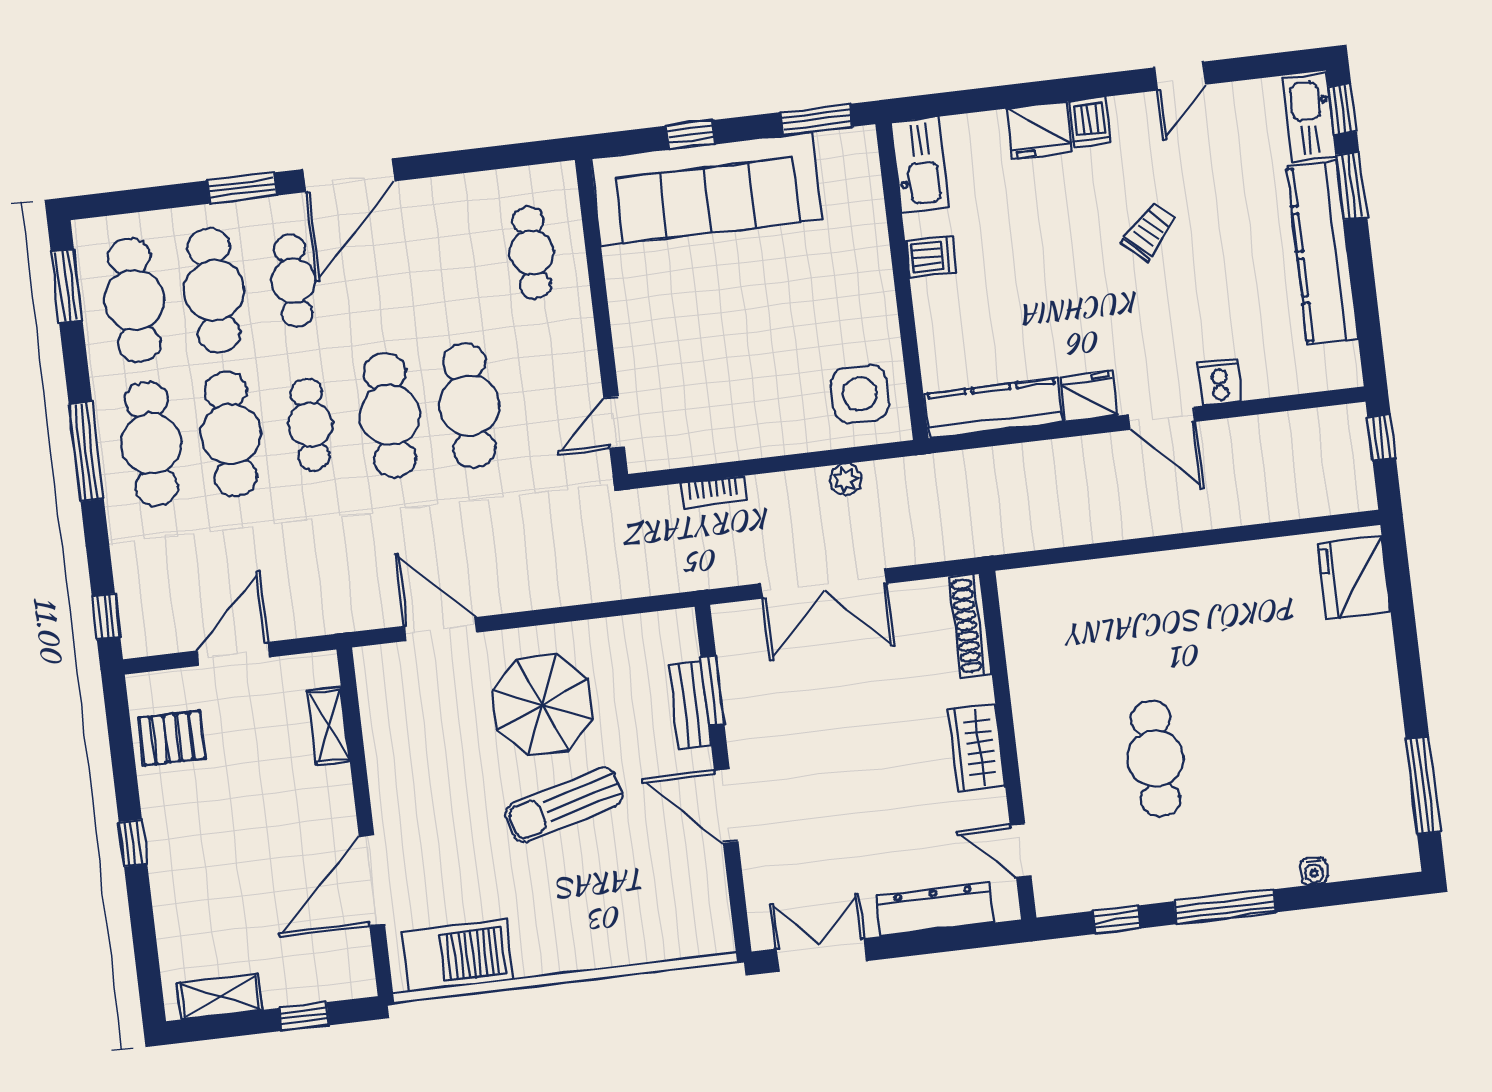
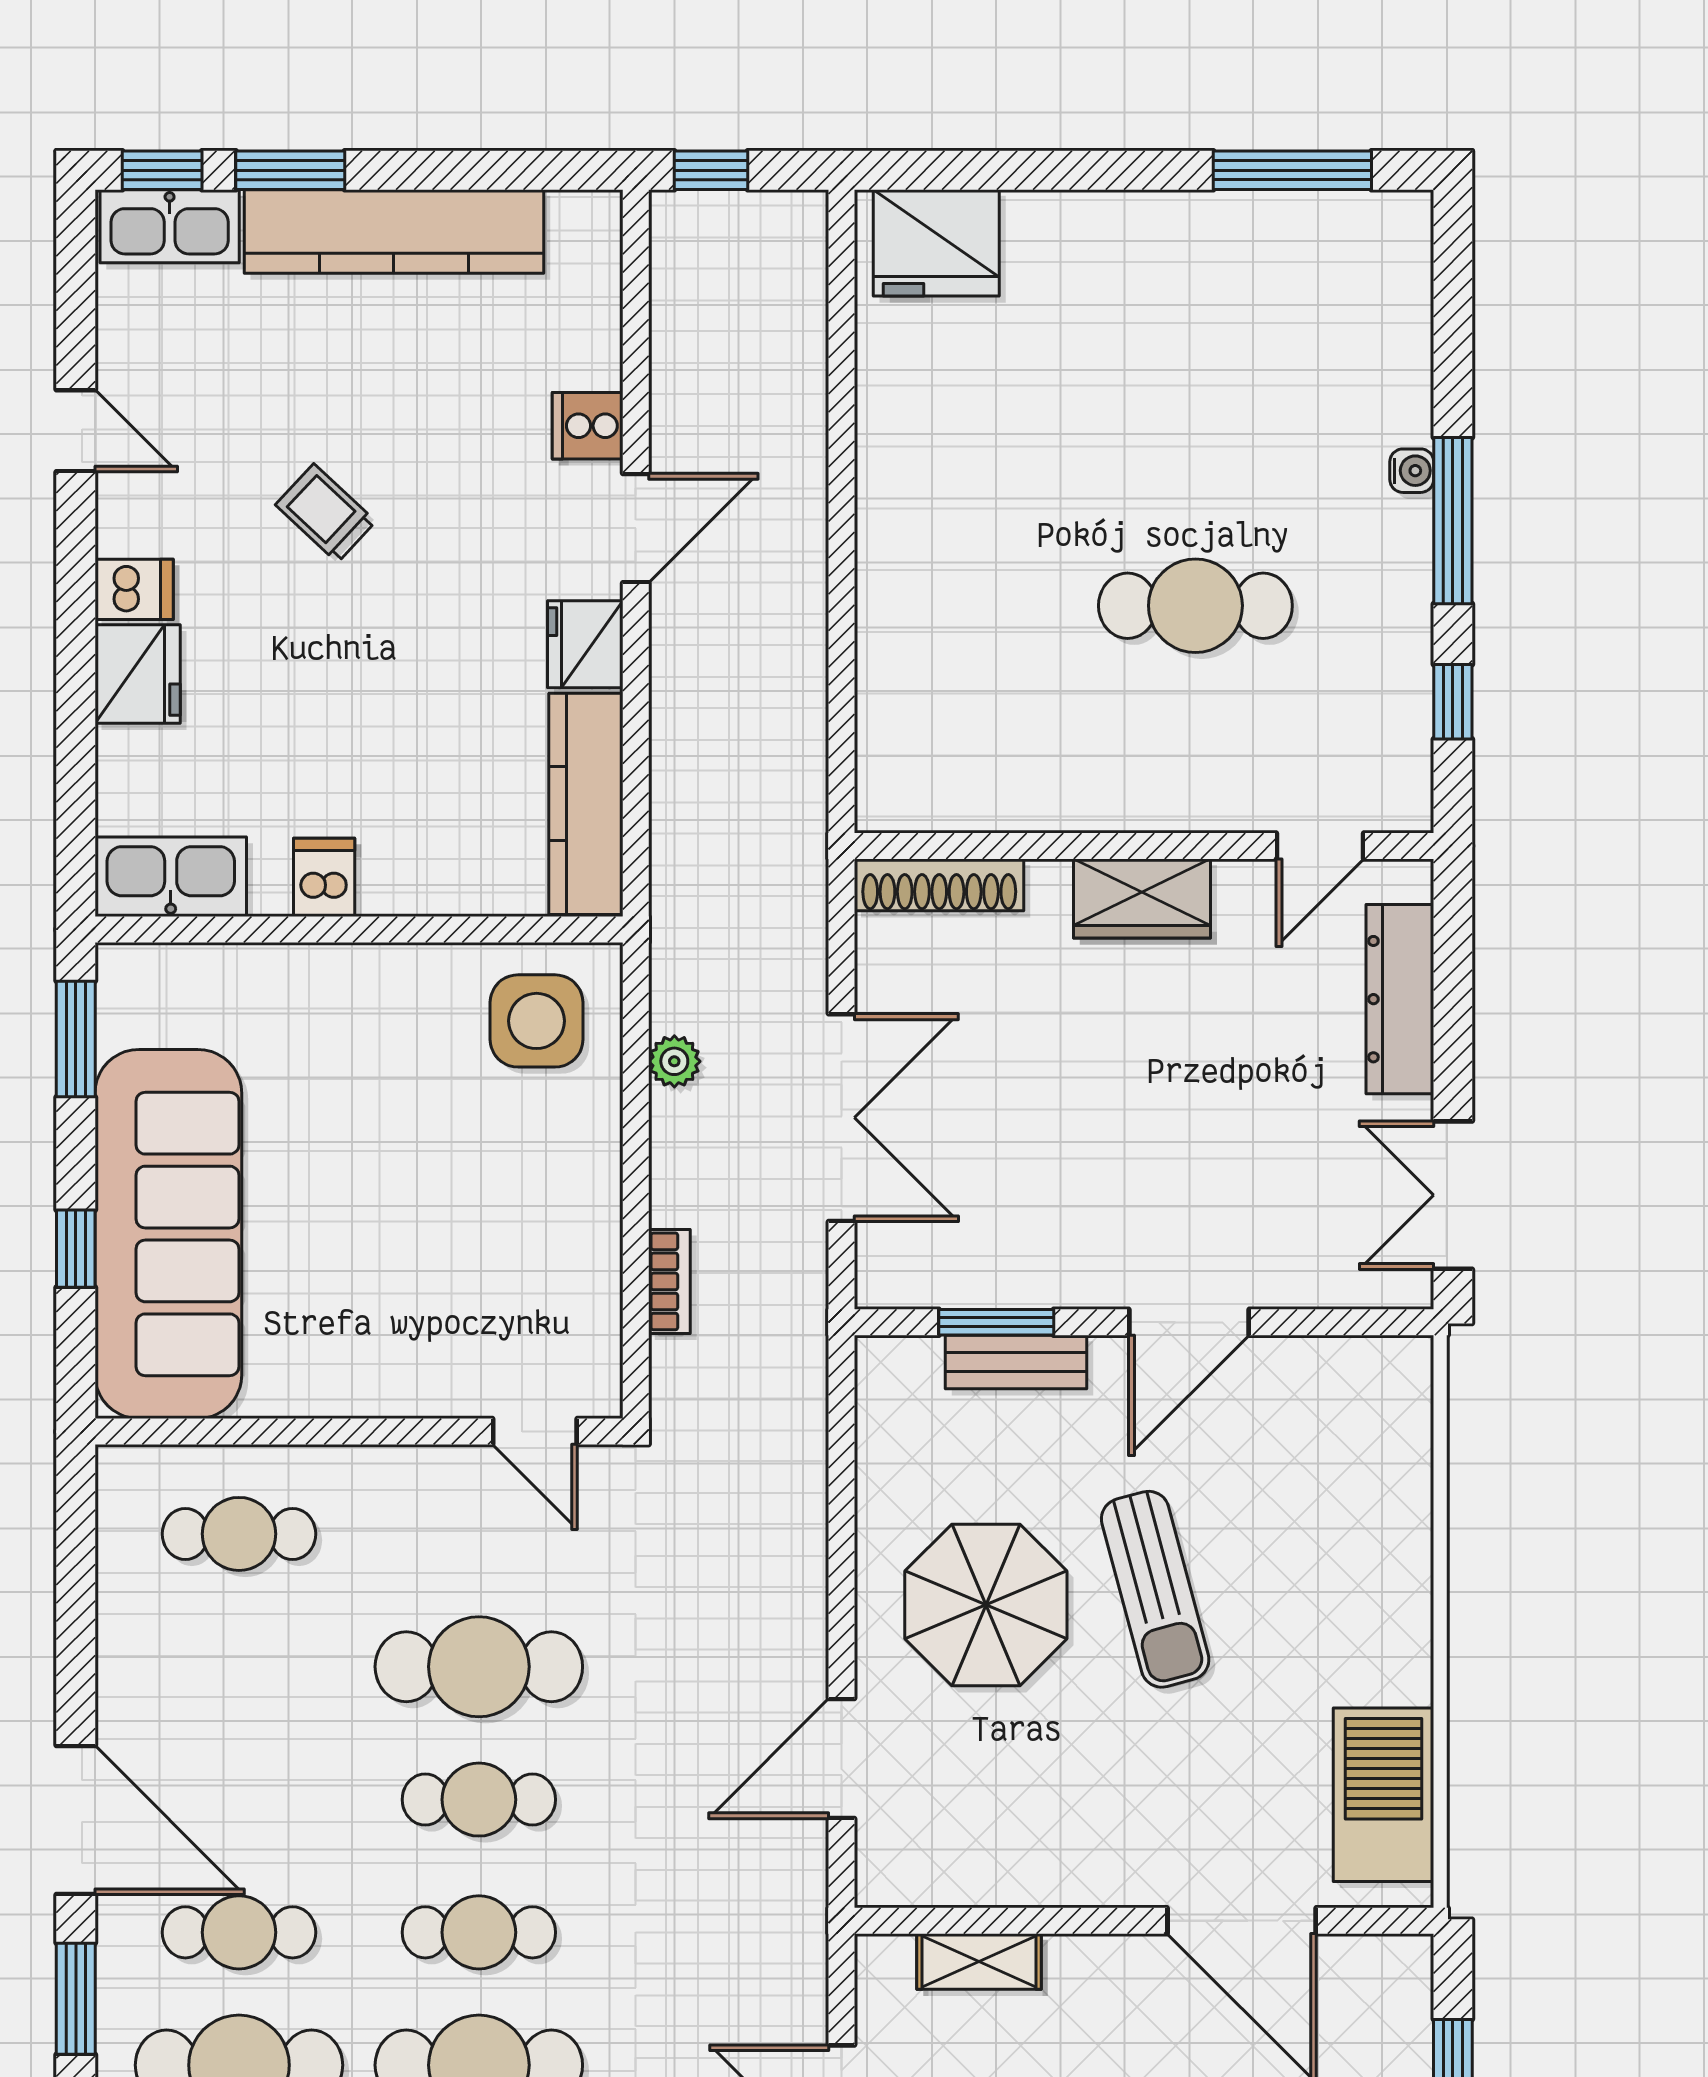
cafe table: (390, 415) -> (479, 1800), width x0.73, depth x0.74
water cooler: (1314, 871) -> (1412, 471), moved

